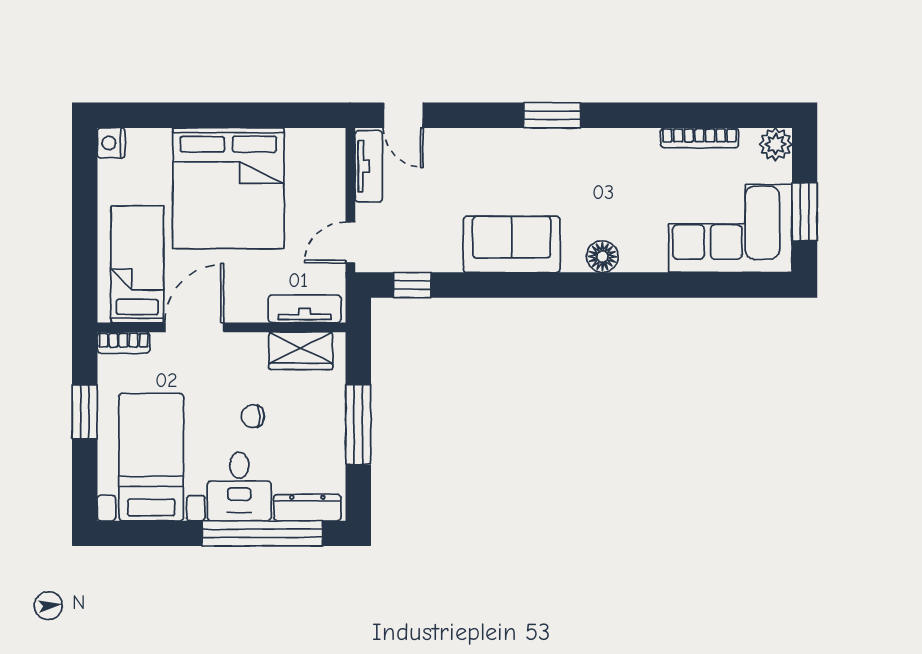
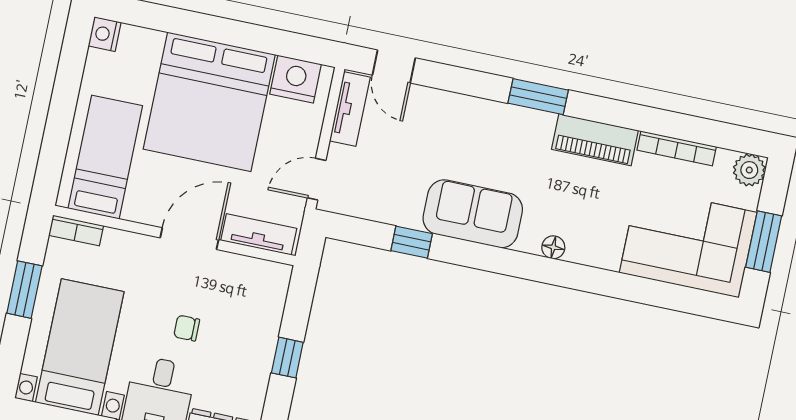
piano: (617, 146) -> (595, 140), added
nightstand: (309, 148) -> (296, 79), added
floor lamp: (602, 257) -> (553, 247), width x0.73, depth x0.73
window: (412, 285) -> (412, 242), moved
door: (194, 327) -> (189, 239), moved
wardrobe: (301, 351) -> (247, 274), removed
window: (358, 425) -> (287, 358), width x0.46

